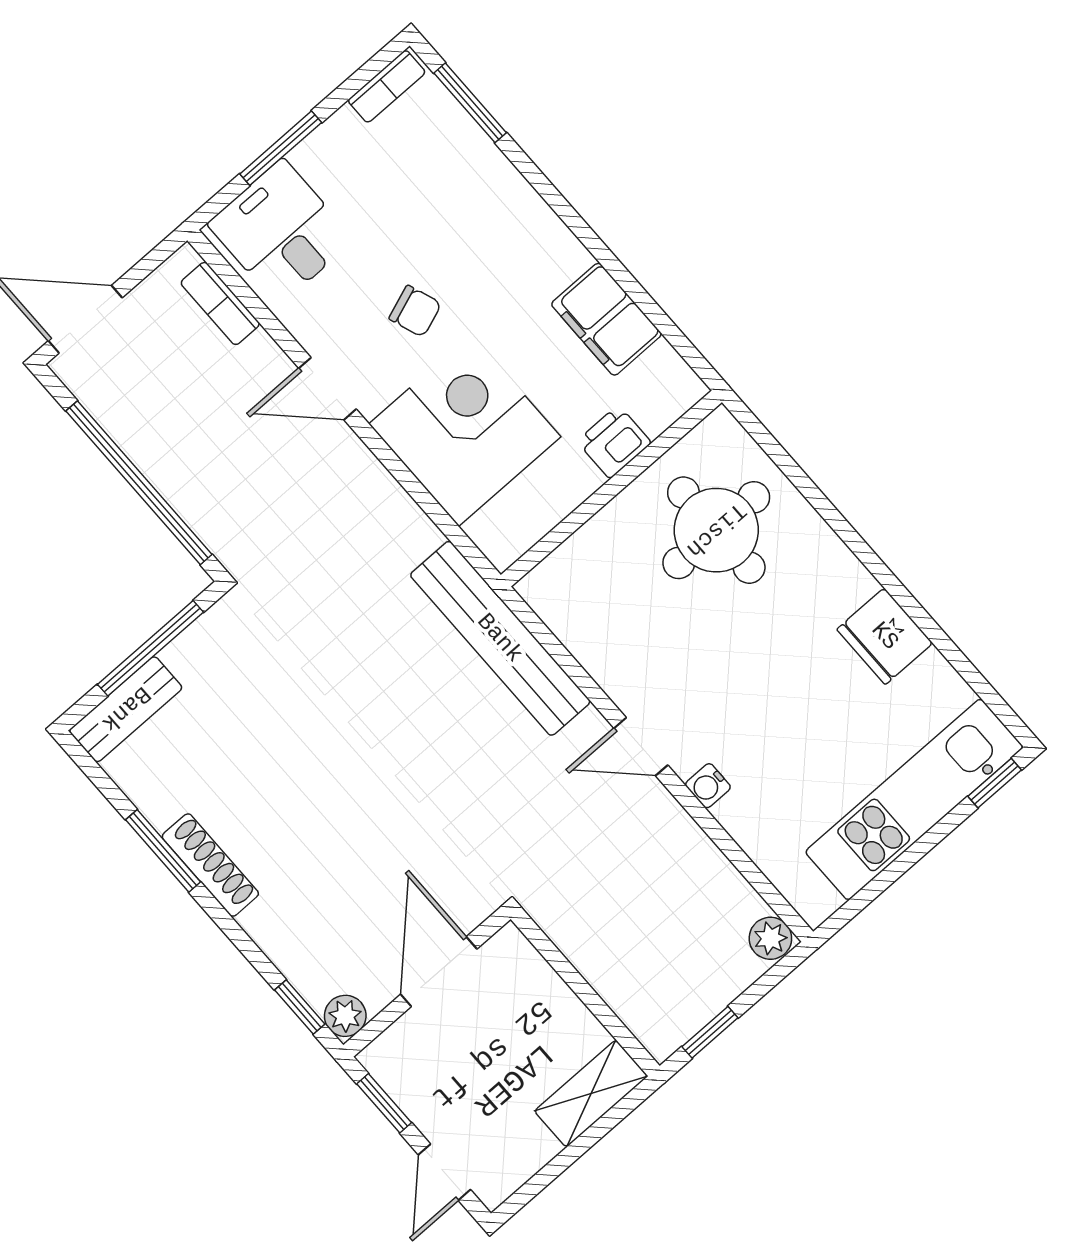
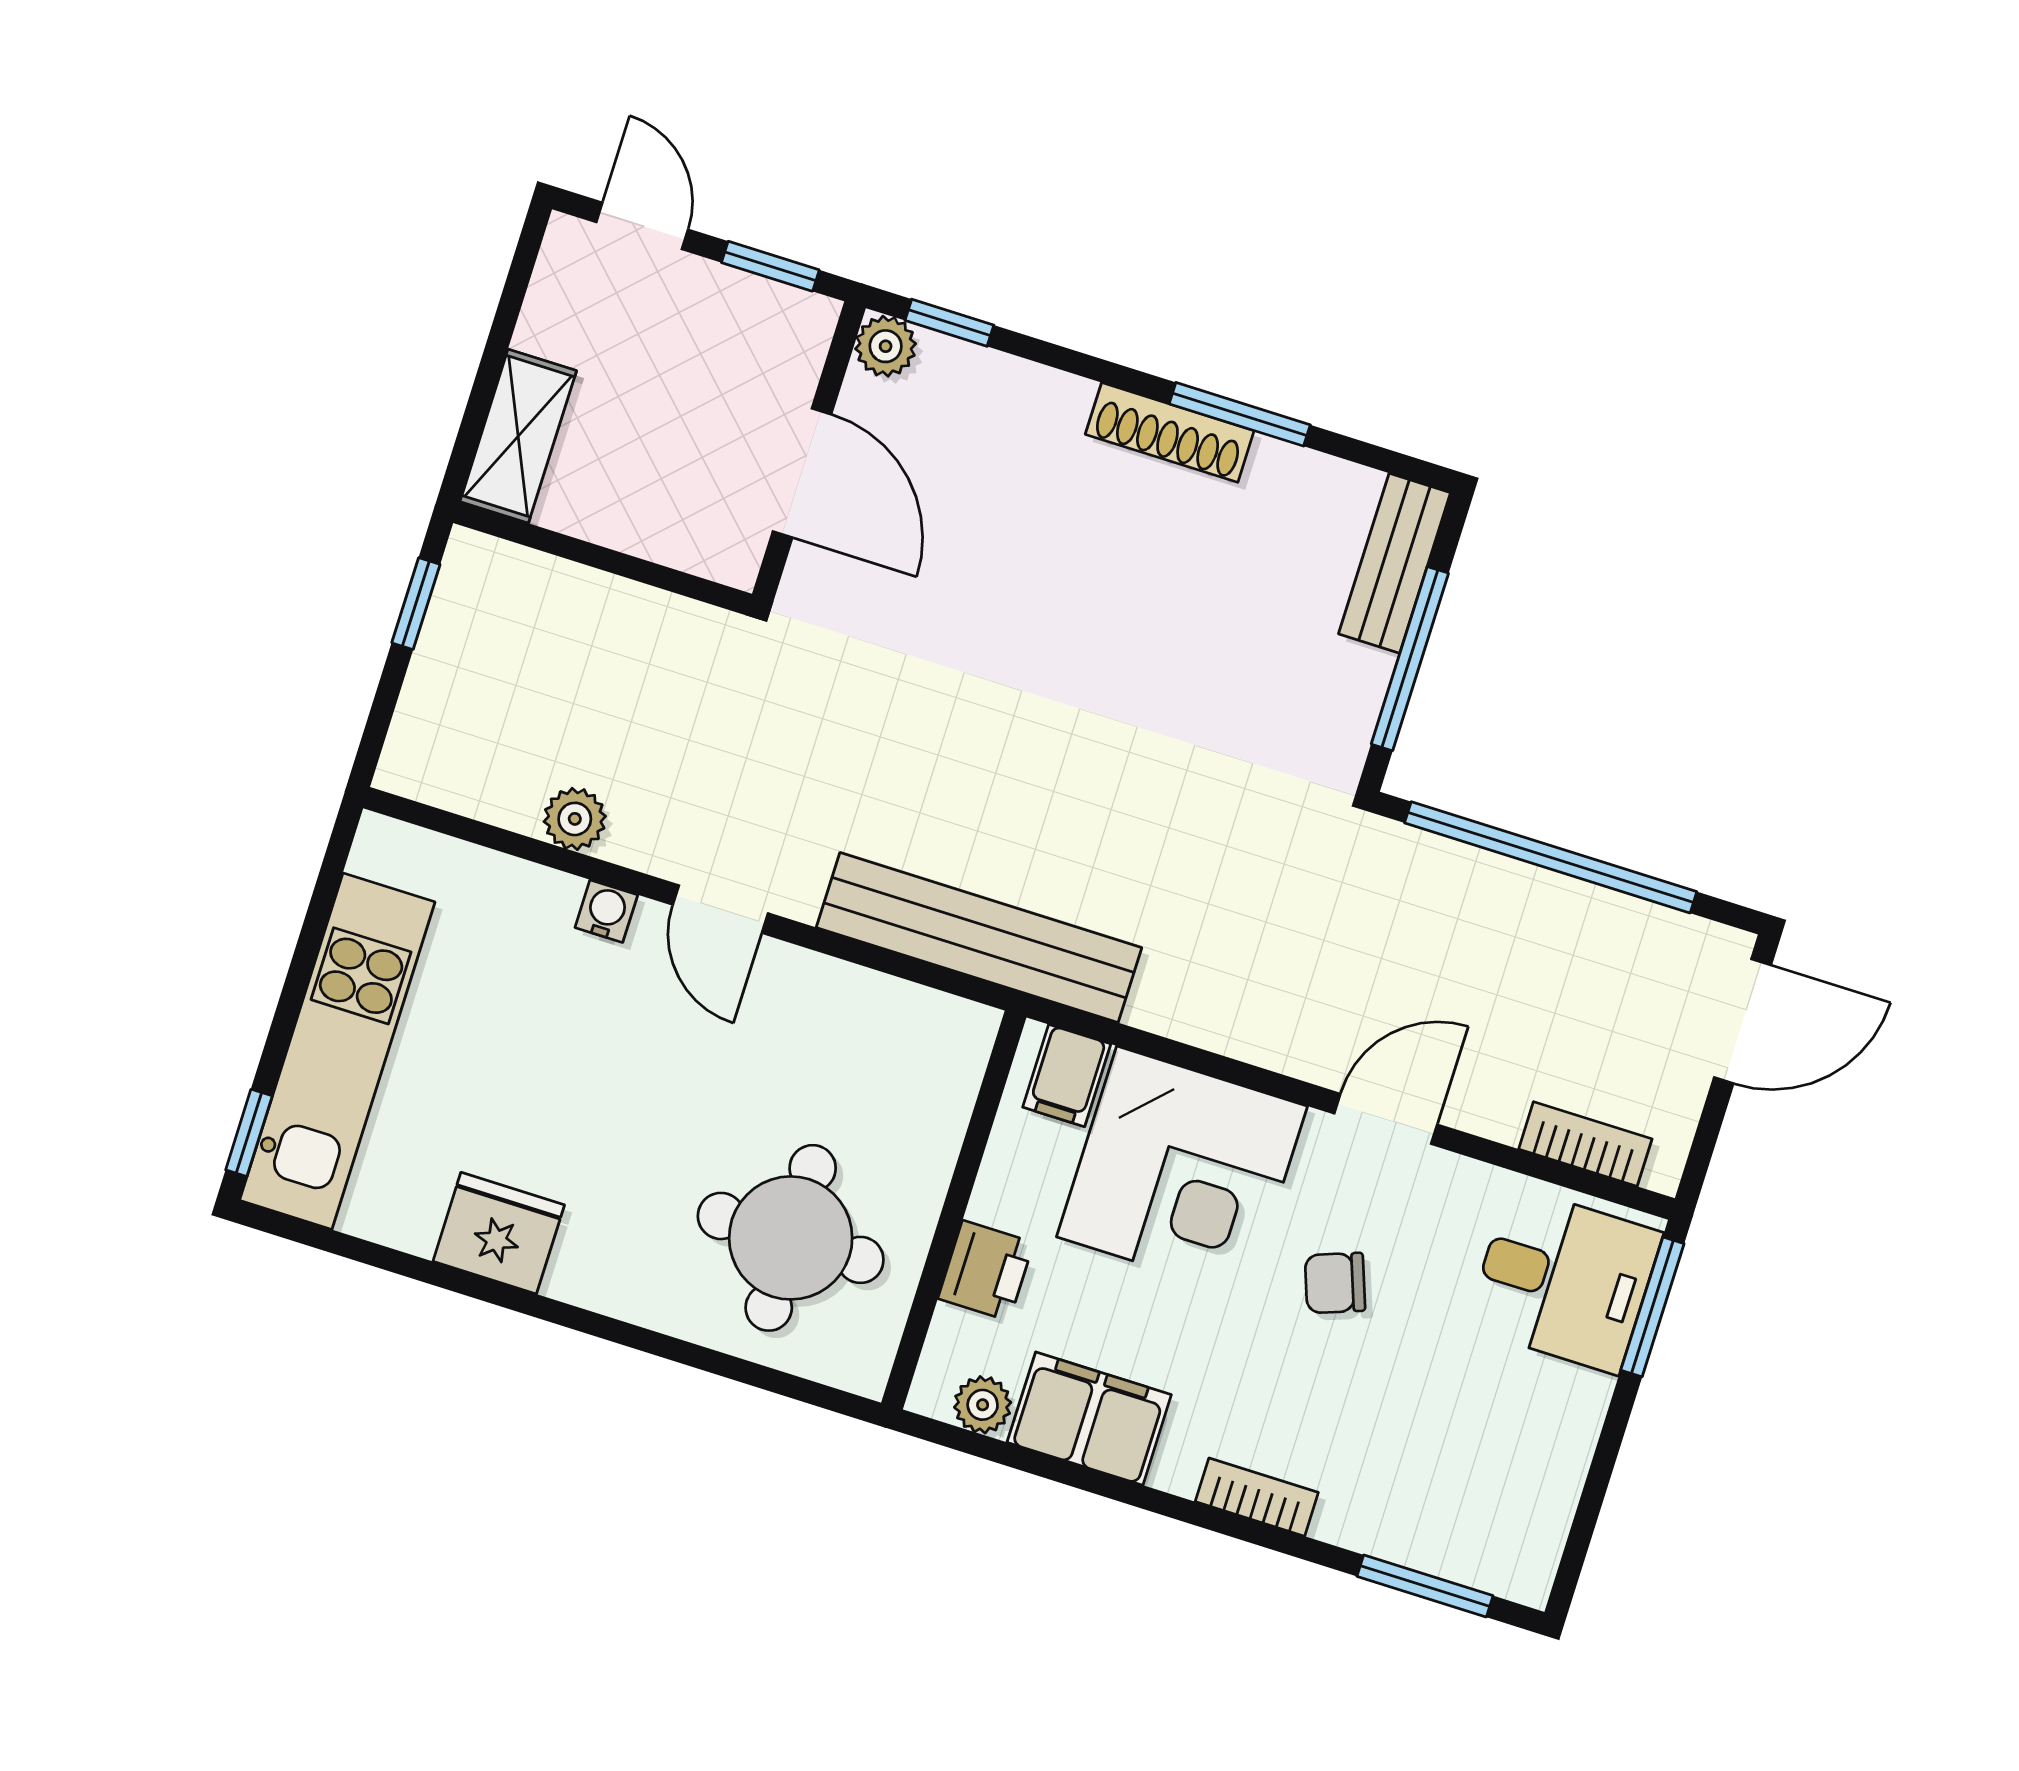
bookcase: (387, 86) -> (1257, 1497), moved, turned 90
window: (281, 148) -> (1652, 1307), moved
plant: (664, 365) -> (983, 1405), added
filing cabinet: (498, 527) -> (1067, 1076), added
door: (641, 747) -> (720, 909), swing flipped
plant: (770, 938) -> (575, 819), moved

